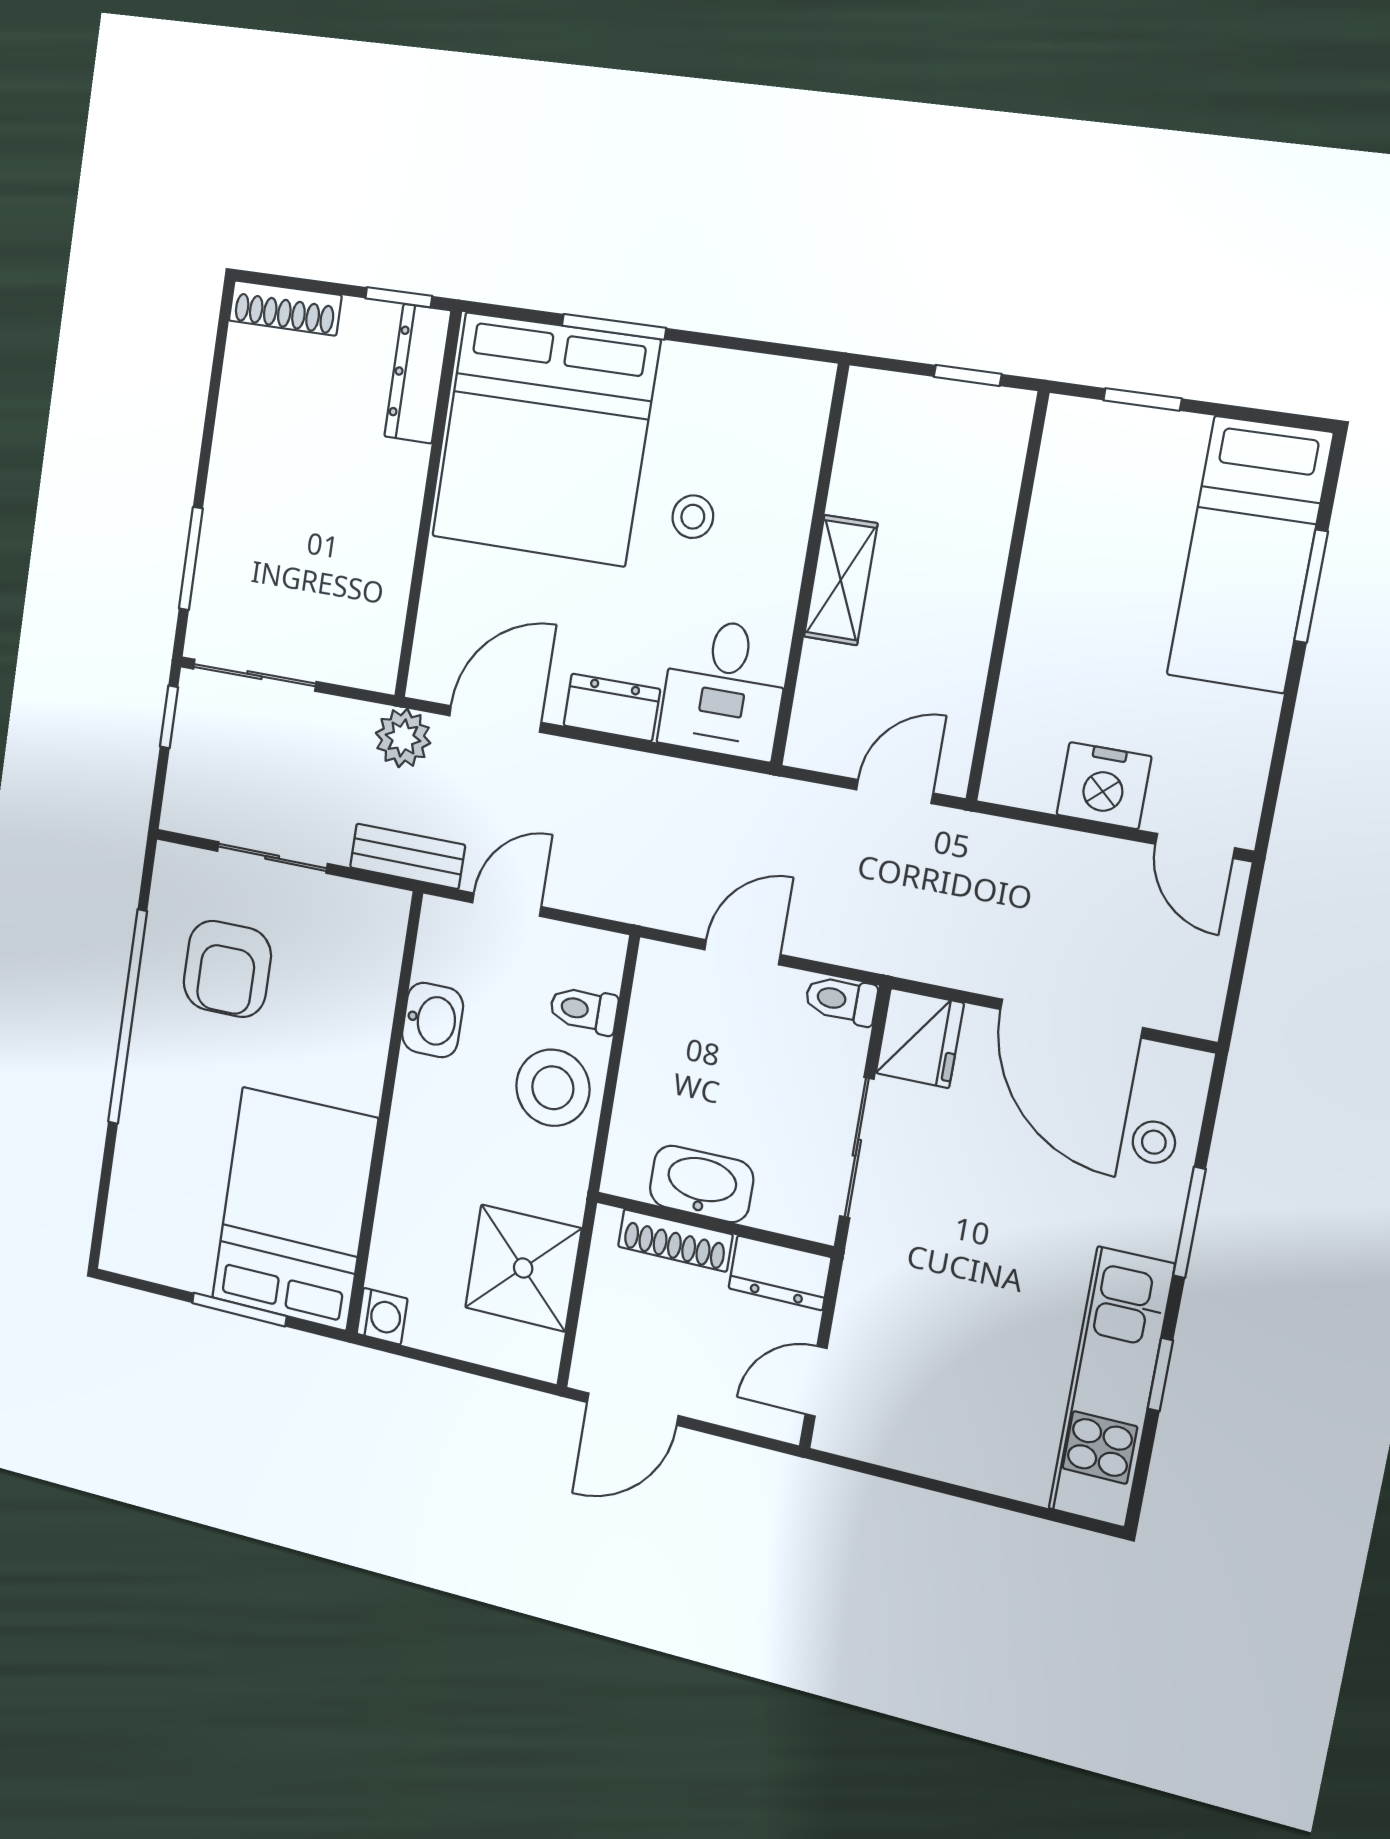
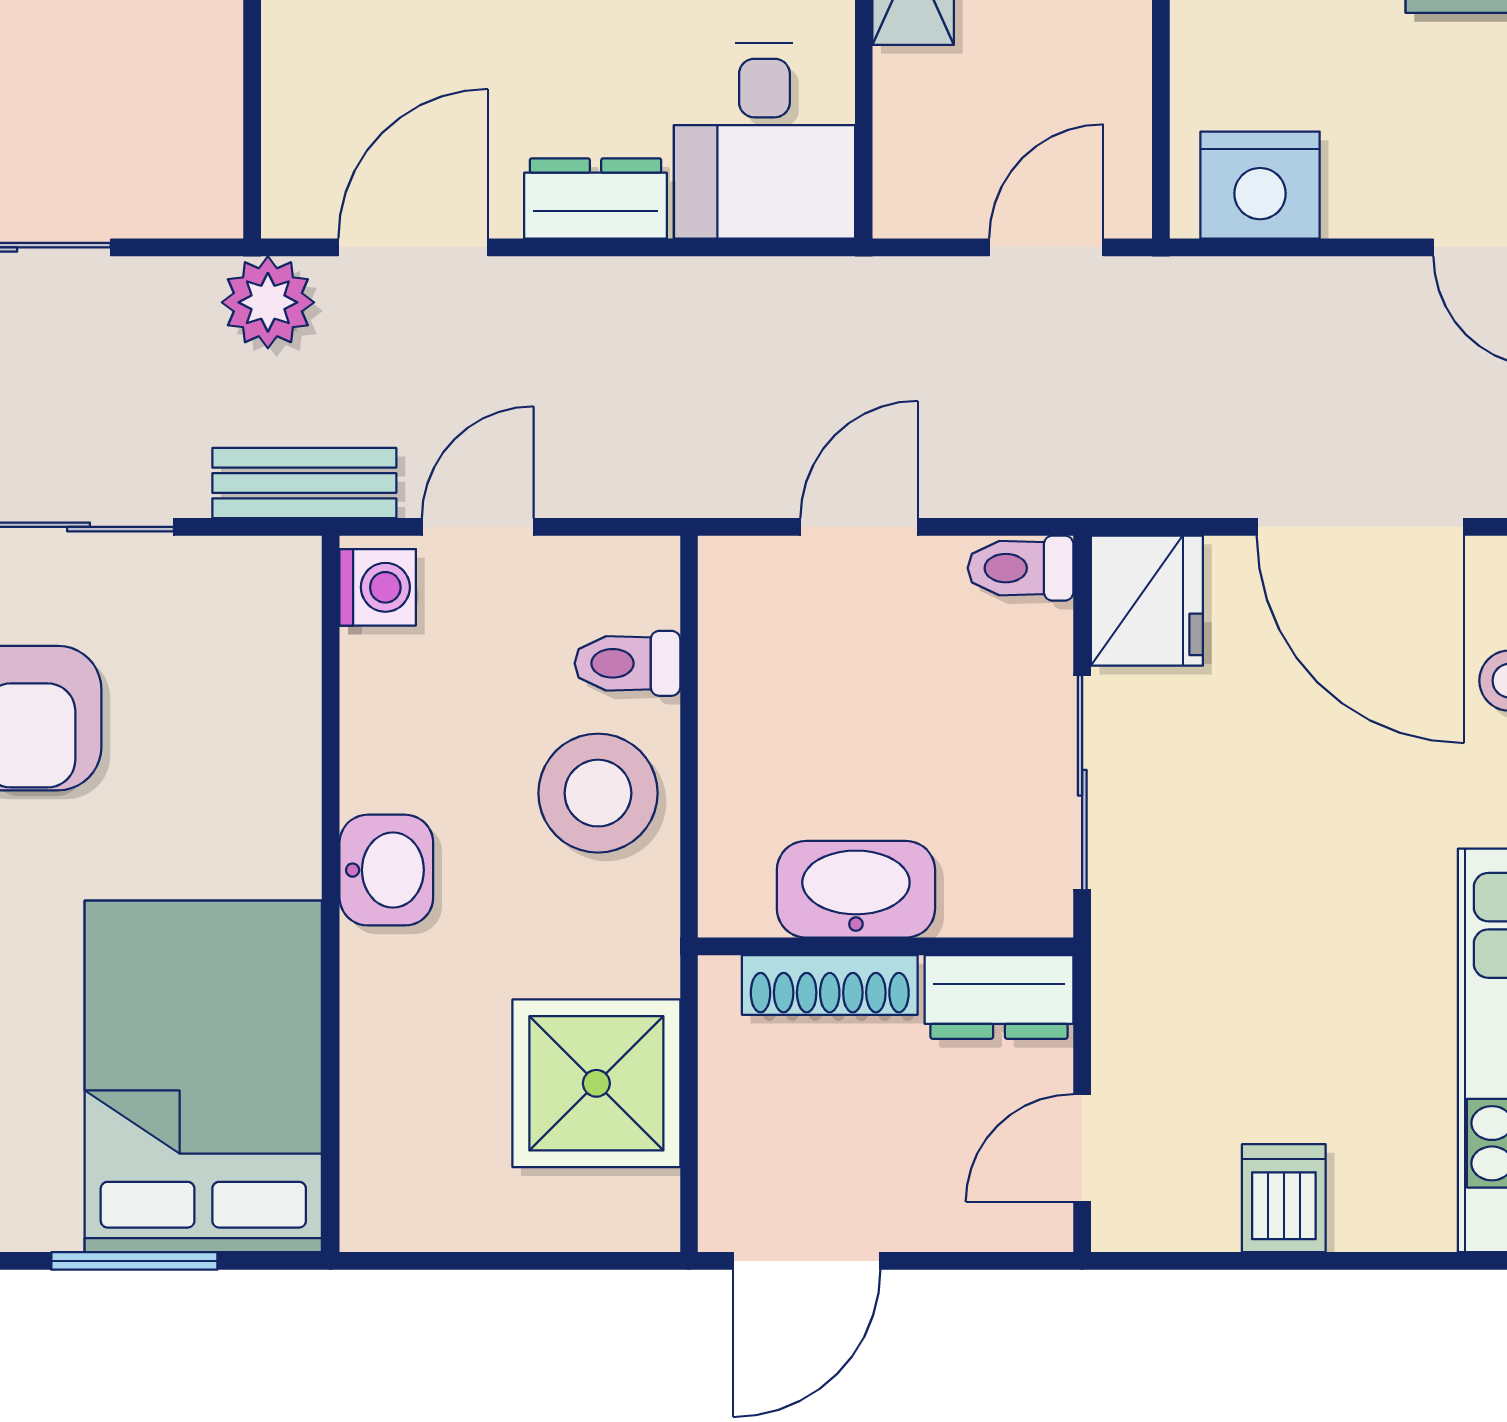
nightstand: (1104, 786) -> (1260, 185), moved
washbasin: (432, 1020) -> (386, 870), moved
washing machine: (382, 1316) -> (378, 587), moved
dishwasher: (940, 1445) -> (1284, 1198), added

